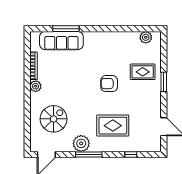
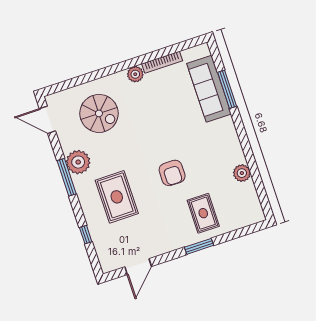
plant: (146, 37) -> (242, 173), moved
armchair: (109, 84) -> (172, 173), turned 180

